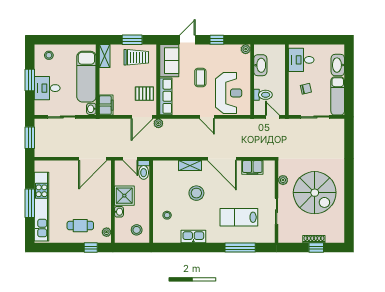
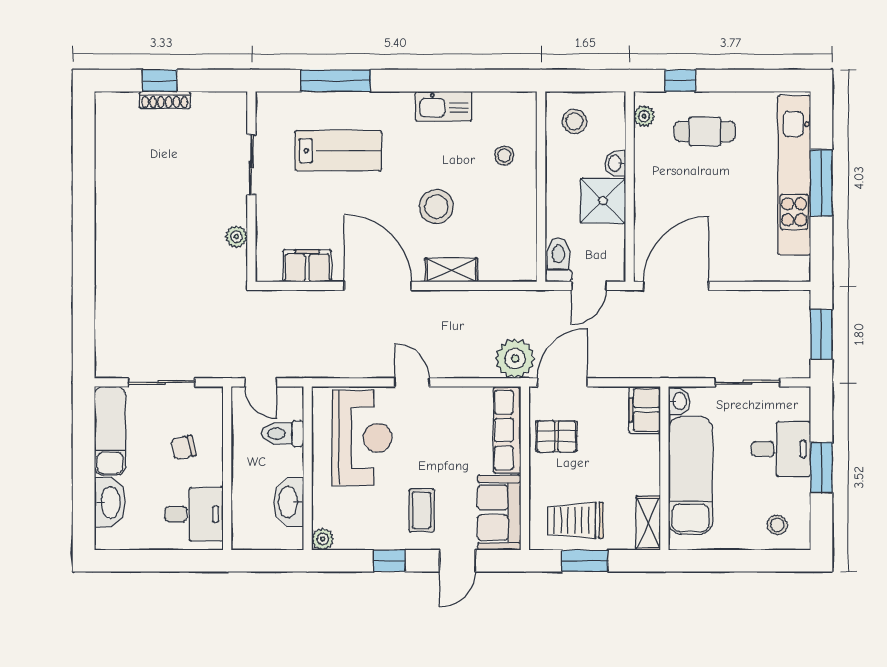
coffee table: (200, 77) -> (422, 510), moved
reception desk: (229, 93) -> (362, 438), turned 180
plant: (158, 123) -> (515, 358), width x1.87, depth x1.87
door: (130, 159) -> (589, 286), swing flipped
spiral stairs: (315, 193) -> (163, 207), removed

